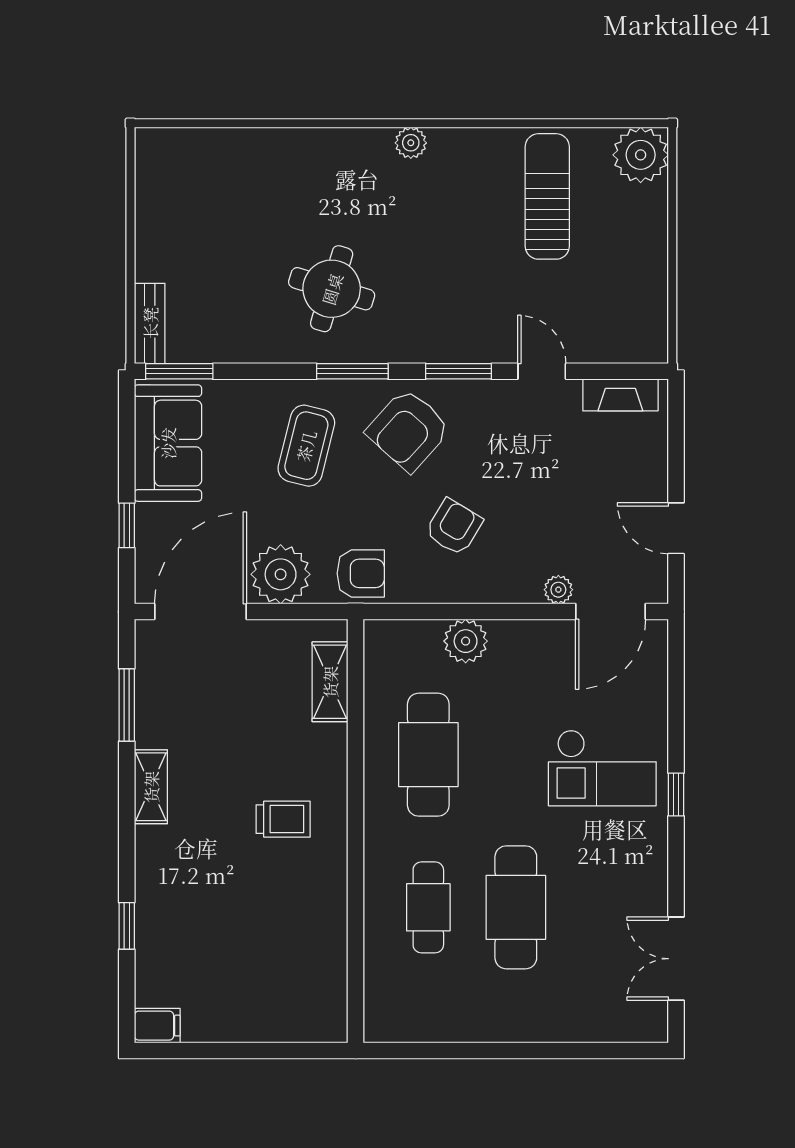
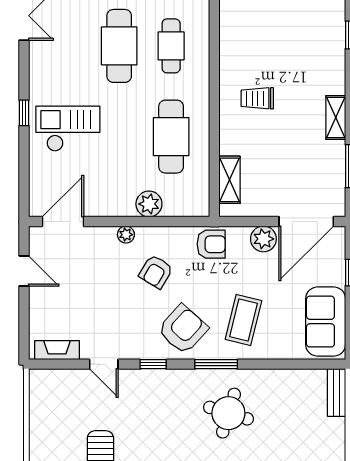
window: (179, 371) -> (319, 364), removed
window: (458, 371) -> (153, 364), width x0.67
armchair: (361, 573) -> (211, 244), turned 180
plant: (281, 574) -> (263, 239), width x0.73, depth x0.73
plant: (558, 590) -> (126, 235), moved

